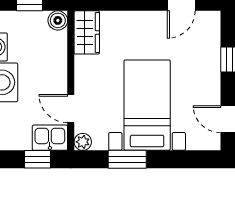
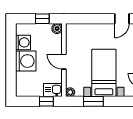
wardrobe: (87, 32) -> (72, 35), removed
door: (71, 109) -> (64, 62), moved

